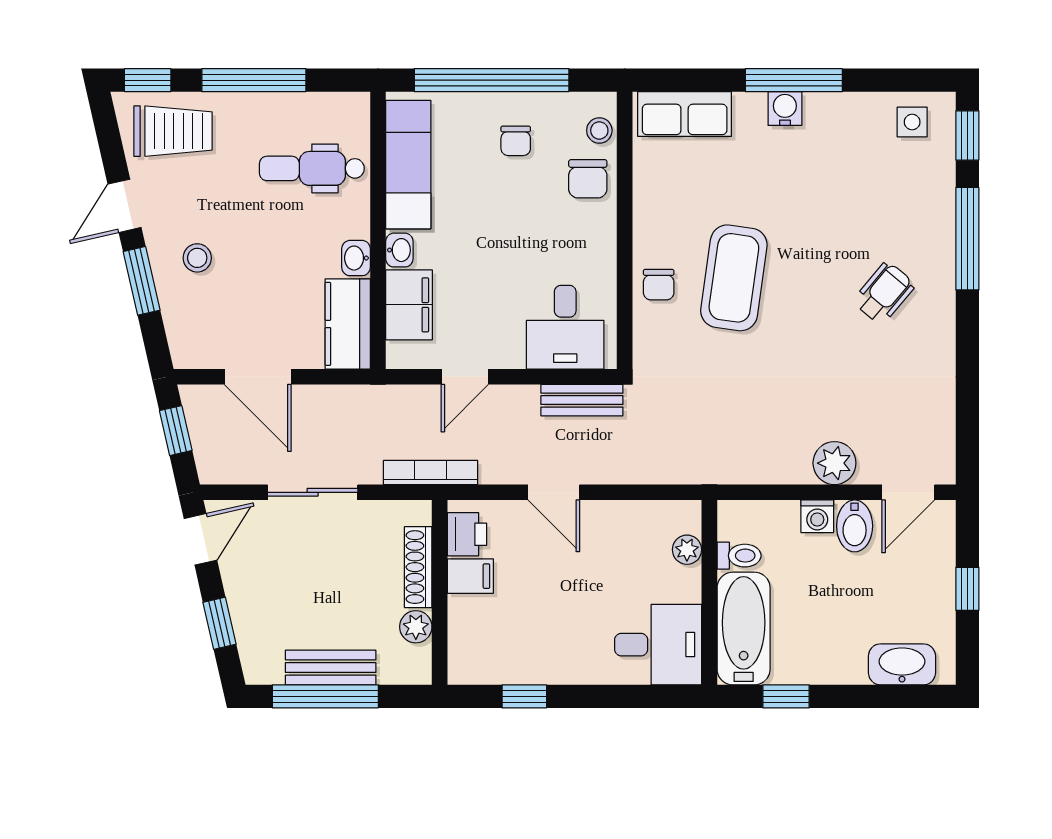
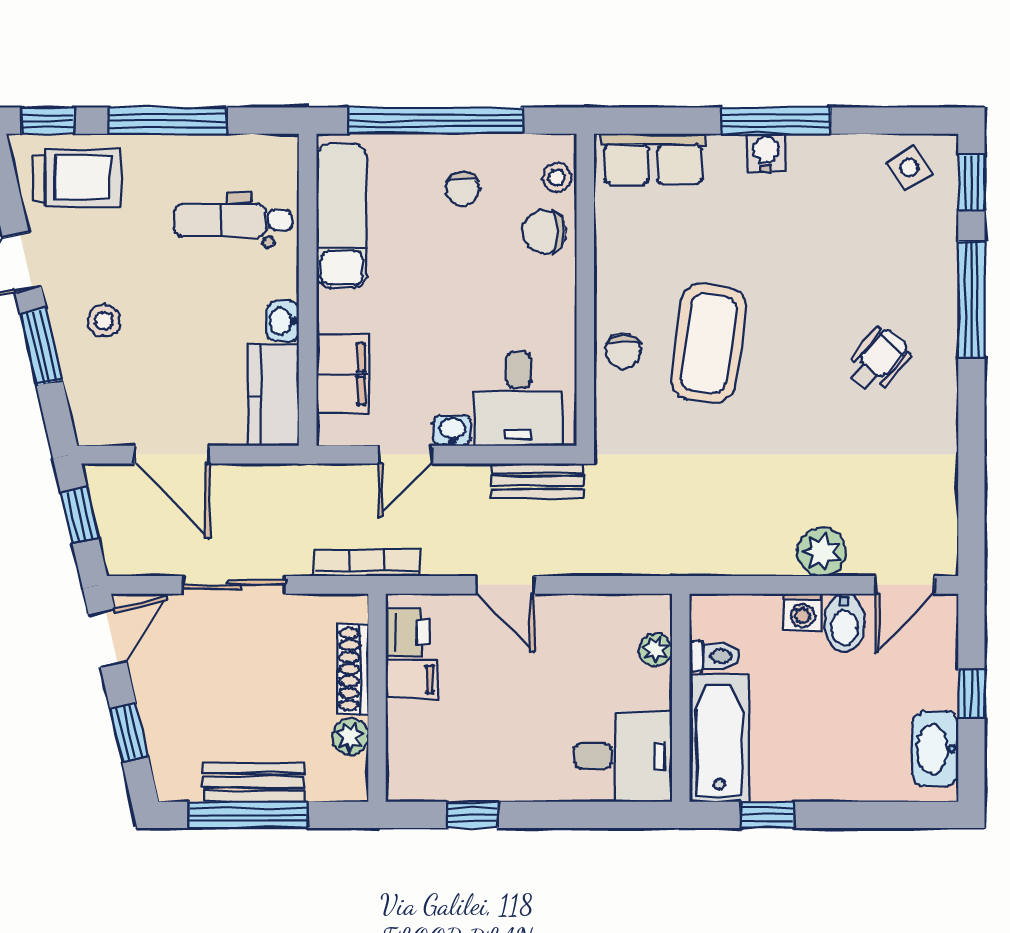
side table: (912, 122) -> (909, 168), turned -33
chair: (588, 179) -> (544, 232), turned 90
washbasin: (399, 250) -> (452, 431), moved, turned -90
washbasin: (902, 664) -> (935, 749), moved, turned -90

